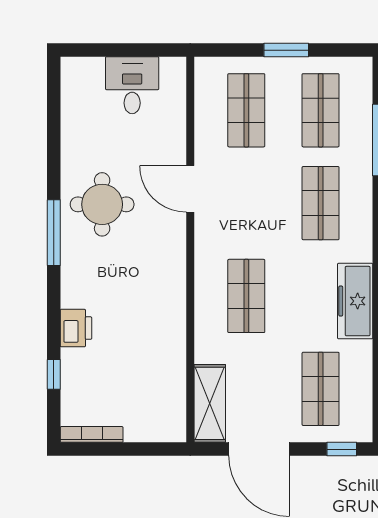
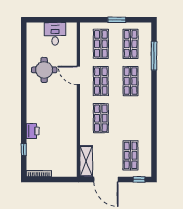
shop shelf: (246, 203) -> (101, 81), added
round table: (102, 204) -> (44, 70), moved
window: (54, 233) -> (24, 93), removed
freezer: (355, 301) -> (144, 120), removed

